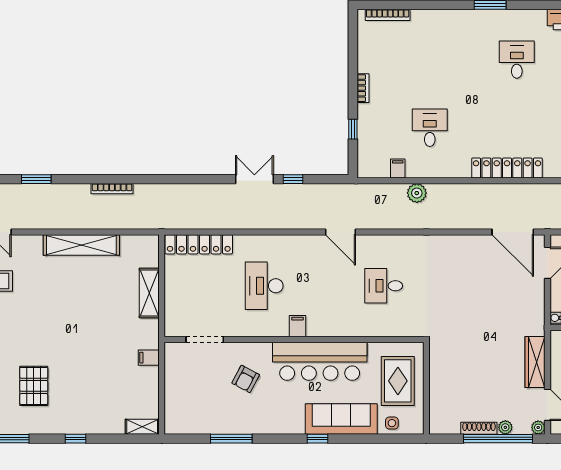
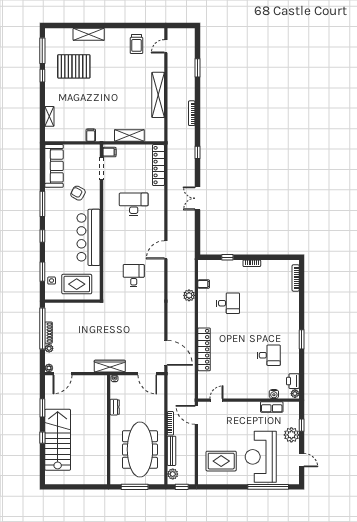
double door: (254, 179) -> (197, 198), swing flipped
window: (293, 179) -> (197, 152), moved
door: (513, 232) -> (166, 353), swing flipped
filing cabinet: (298, 326) -> (110, 152), moved
wardrobe: (535, 362) -> (110, 366), moved
pallet: (34, 386) -> (74, 66), width x1.37, depth x1.41
sofa: (341, 419) -> (54, 166), moved
shelving: (142, 427) -> (49, 116), moved
window: (76, 439) -> (42, 76), moved
window: (231, 439) -> (42, 204), moved
window: (377, 439) -> (42, 272), added
window: (498, 439) -> (42, 329), moved

